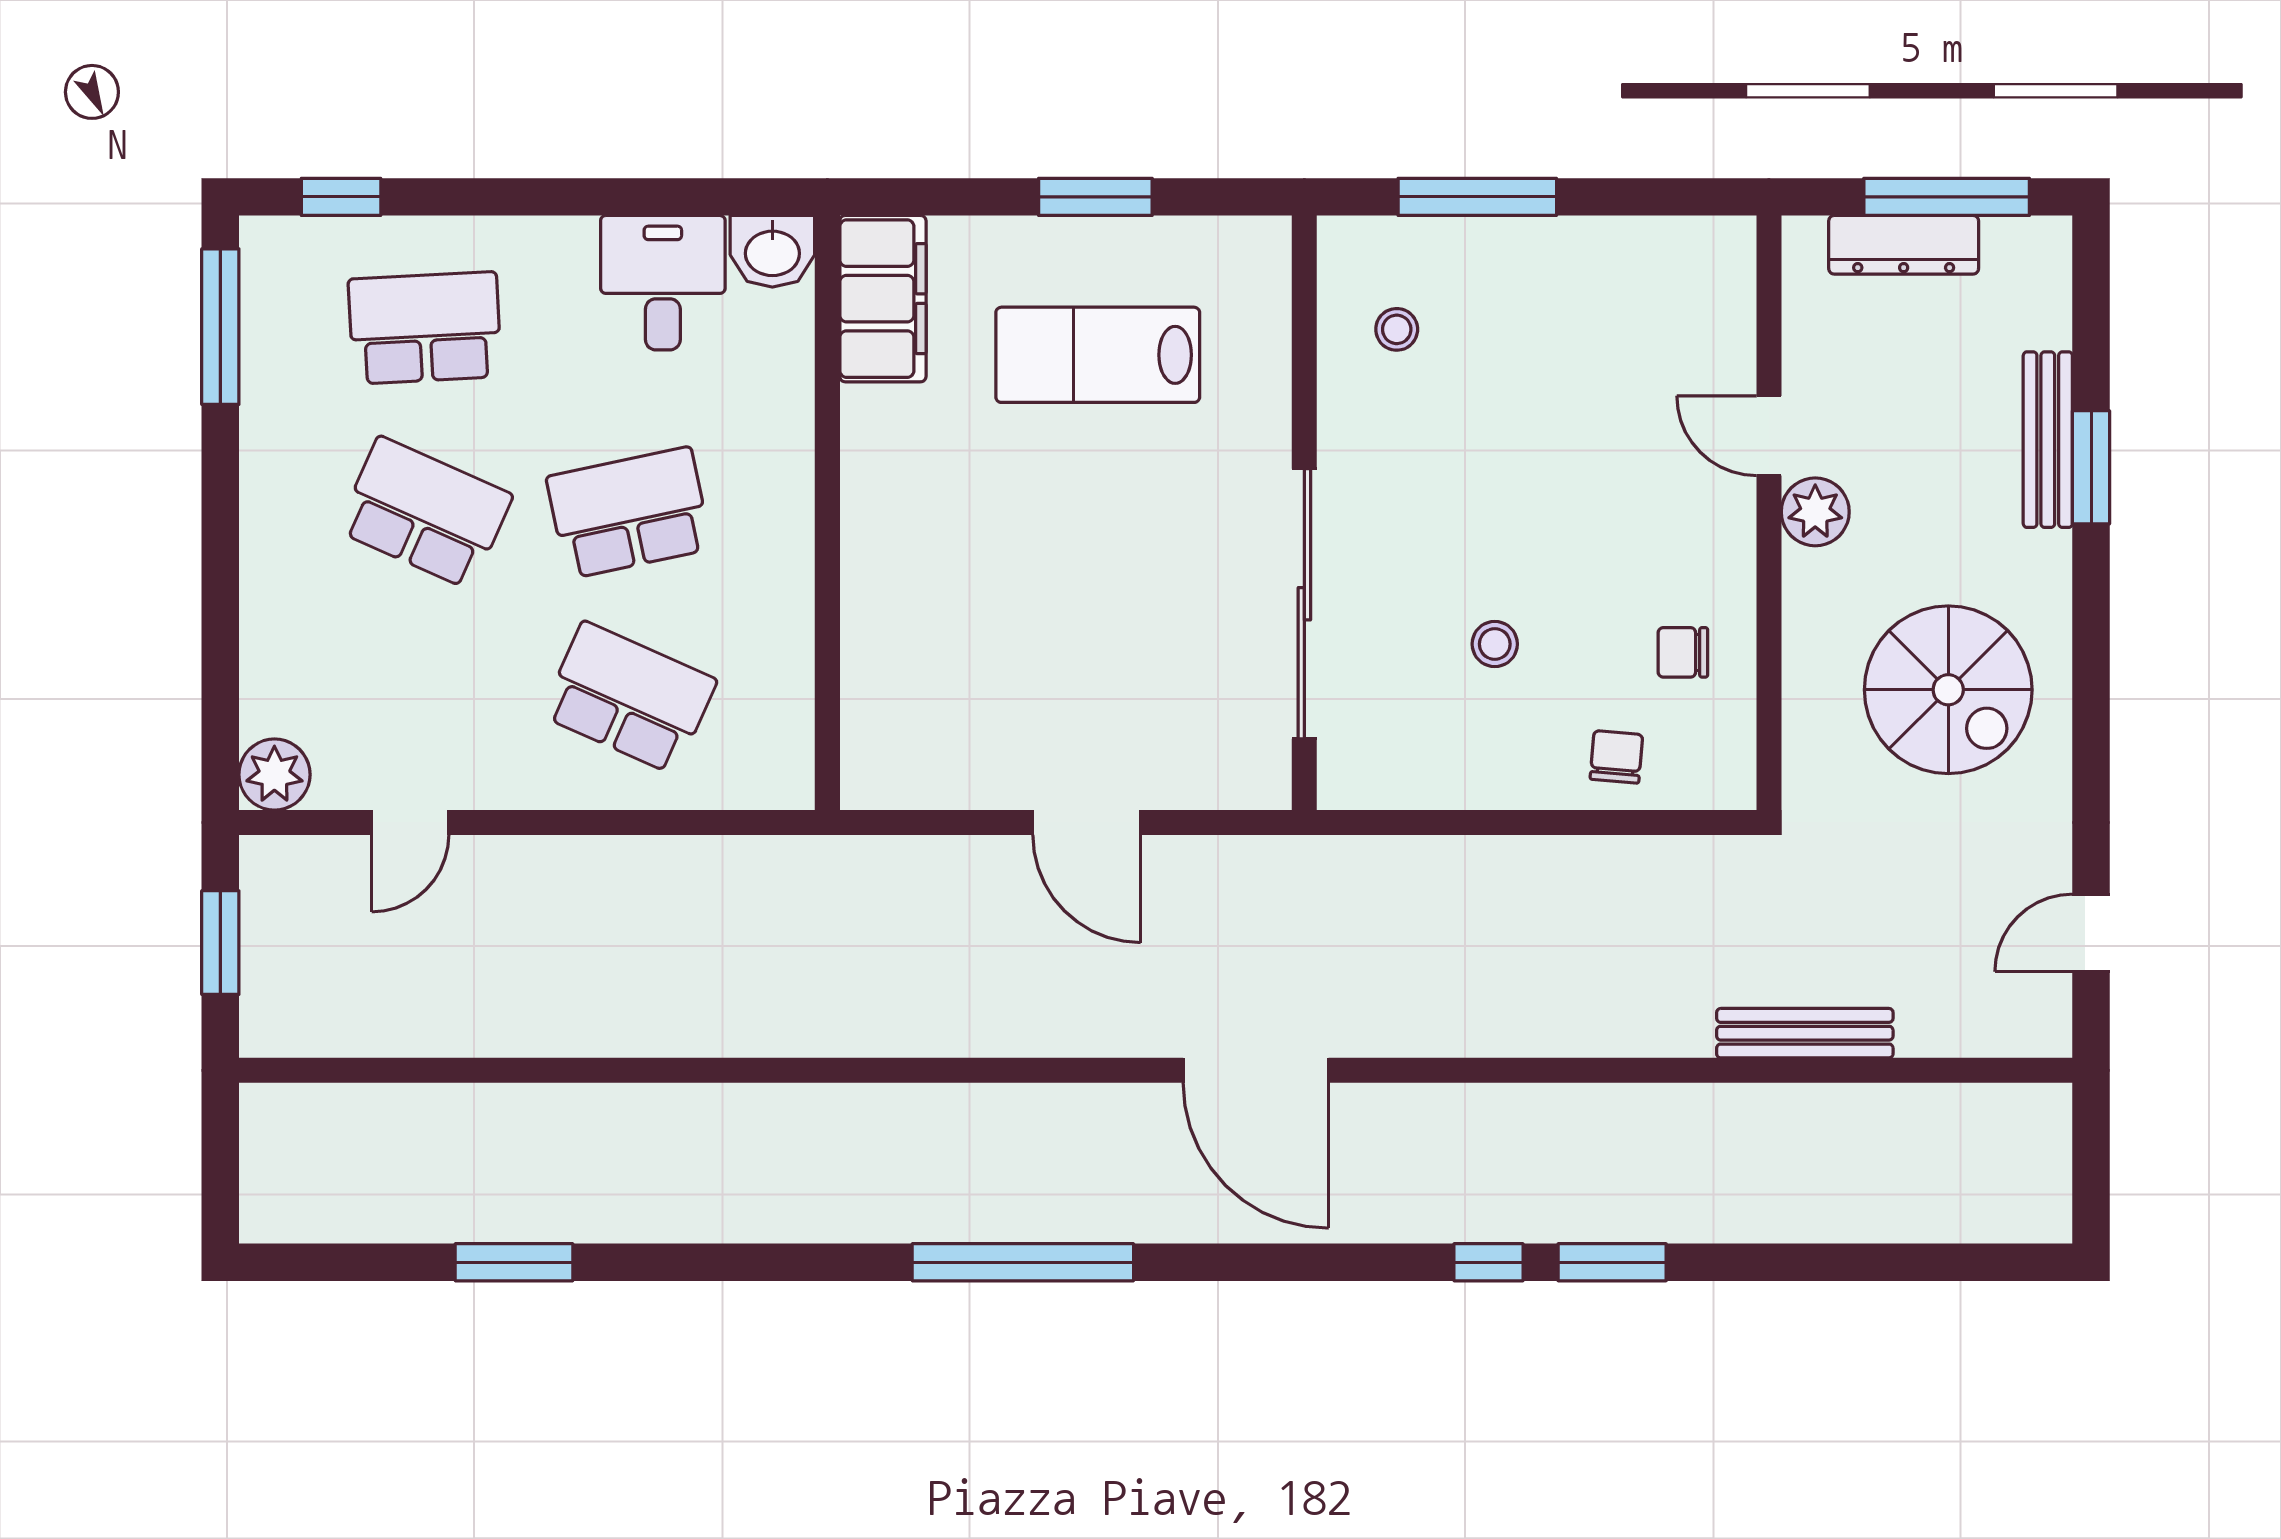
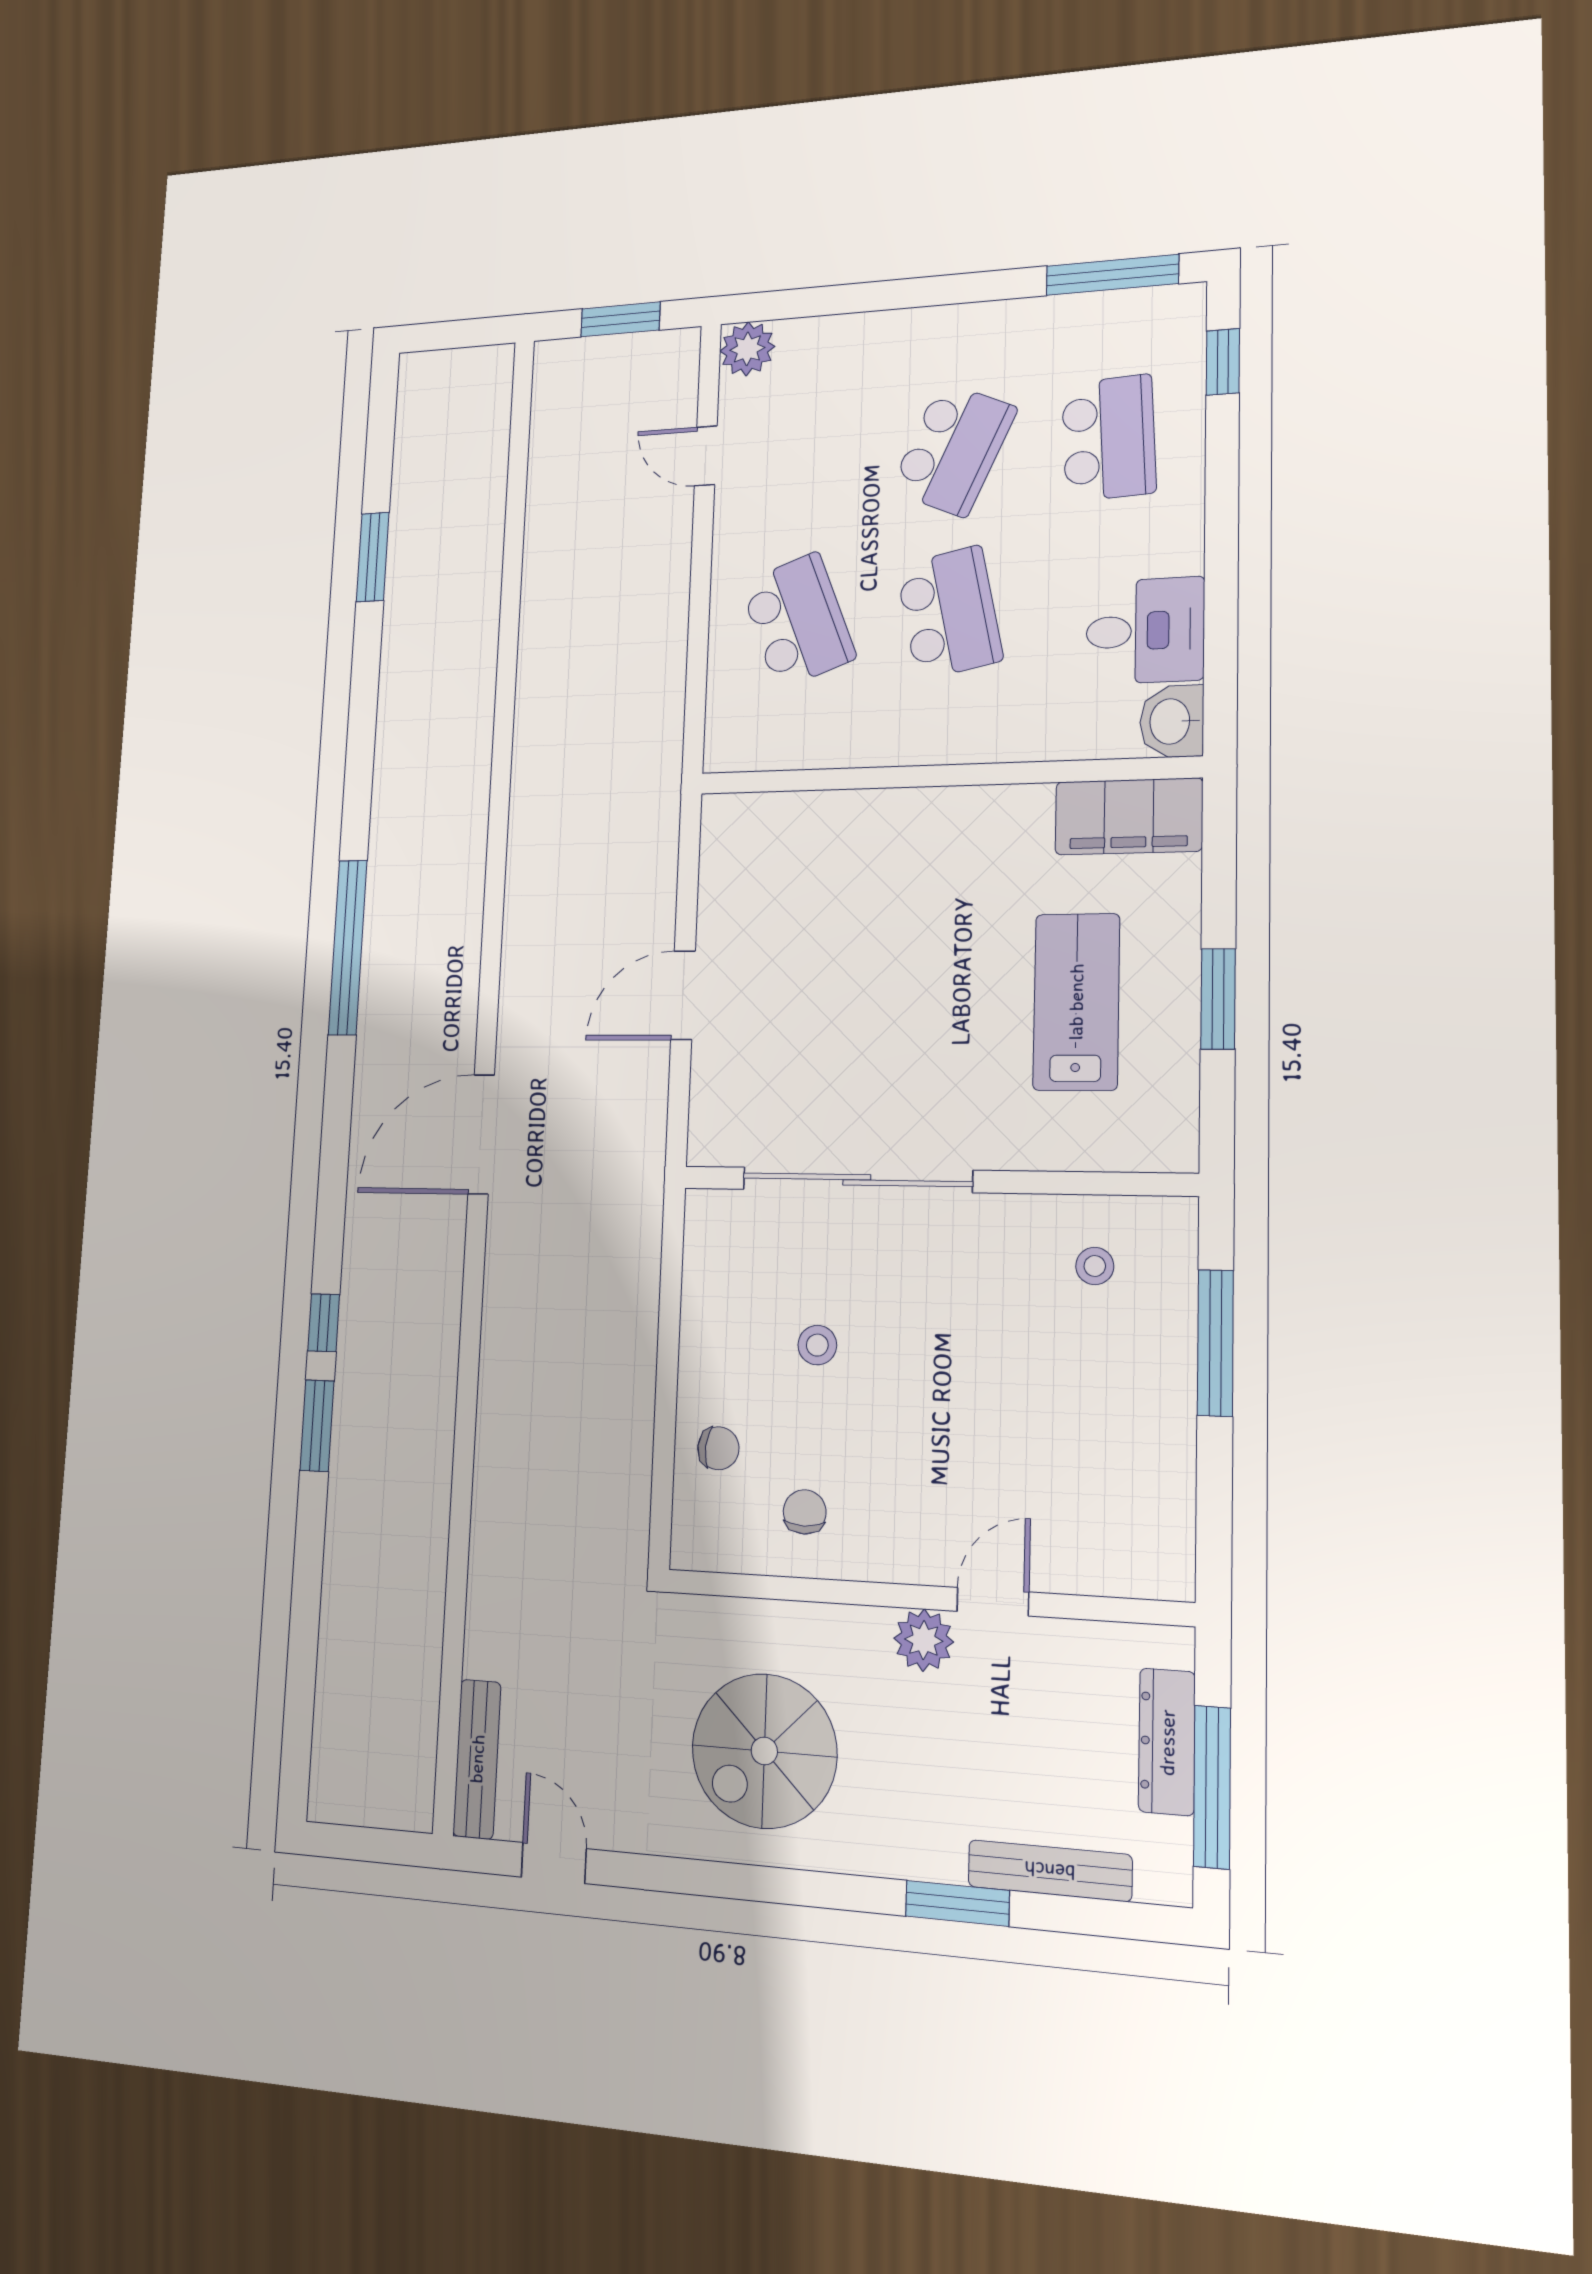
bench: (2048, 440) -> (1050, 1871), moved
school desk: (629, 698) -> (798, 621), turned -45
bench: (1805, 1033) -> (477, 1759), moved

